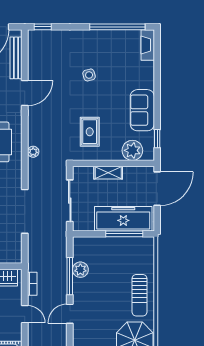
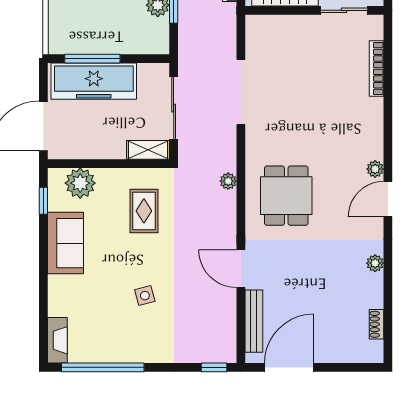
door: (25, 93) -> (241, 269), hinge flipped
shelving: (108, 173) -> (148, 150), moved

